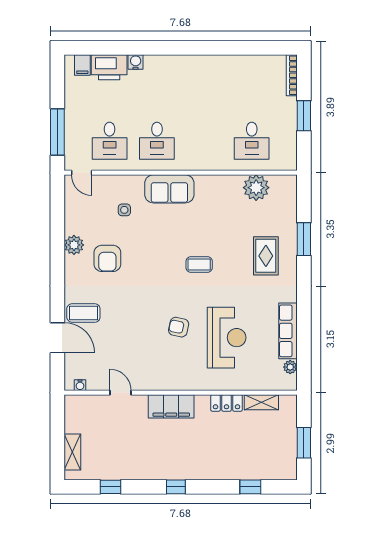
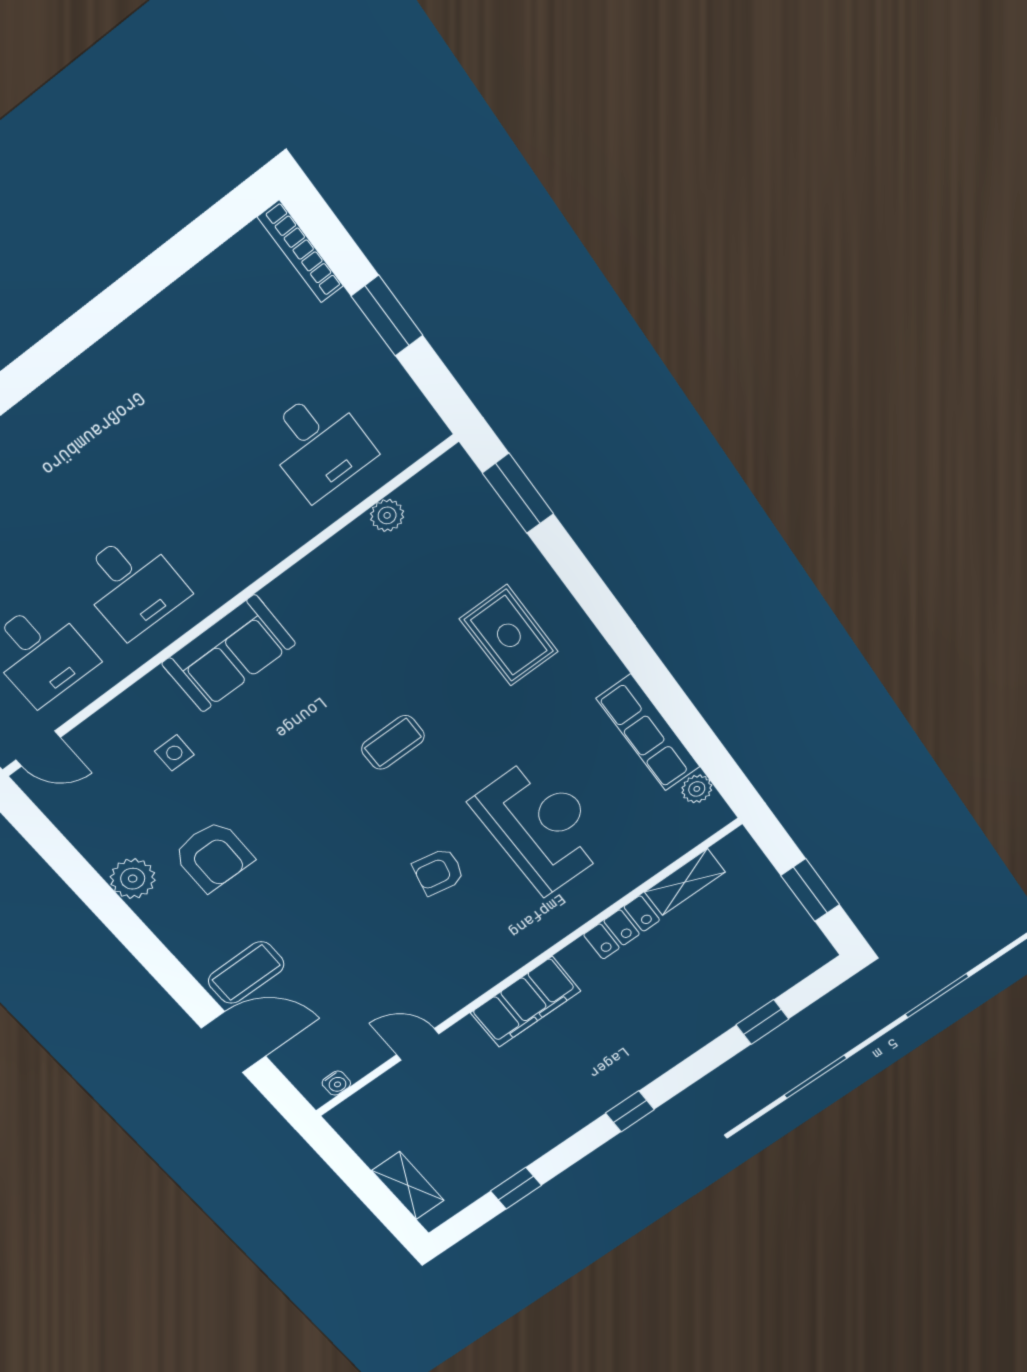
plant: (256, 188) -> (387, 515), width x0.53, depth x0.53
window: (304, 239) -> (518, 493), moved

